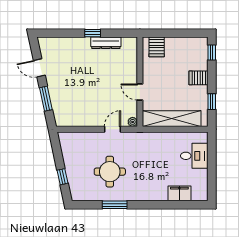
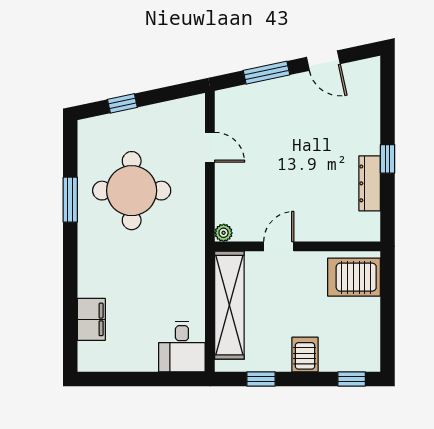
server rack: (157, 47) -> (354, 277), width x1.36, depth x1.44
door: (39, 68) -> (323, 61), swing flipped
door: (113, 129) -> (210, 147), moved
desk: (194, 156) -> (182, 347), moved
round table: (110, 172) -> (132, 191), width x1.36, depth x1.36

